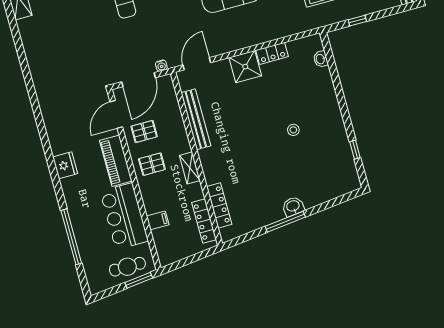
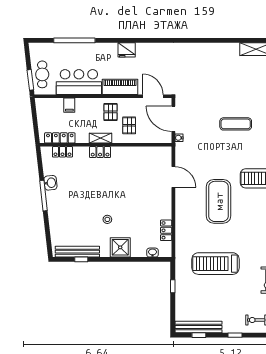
locker: (272, 53) -> (166, 230), moved
door: (197, 64) -> (173, 177), moved
shower: (245, 67) -> (120, 247), moved
bench: (196, 119) -> (77, 252), moved
pallet: (144, 131) -> (129, 125), moved
locker: (208, 163) -> (100, 152), added
locker: (219, 205) -> (62, 152), width x0.66
washbasin: (293, 206) -> (50, 183), moved

